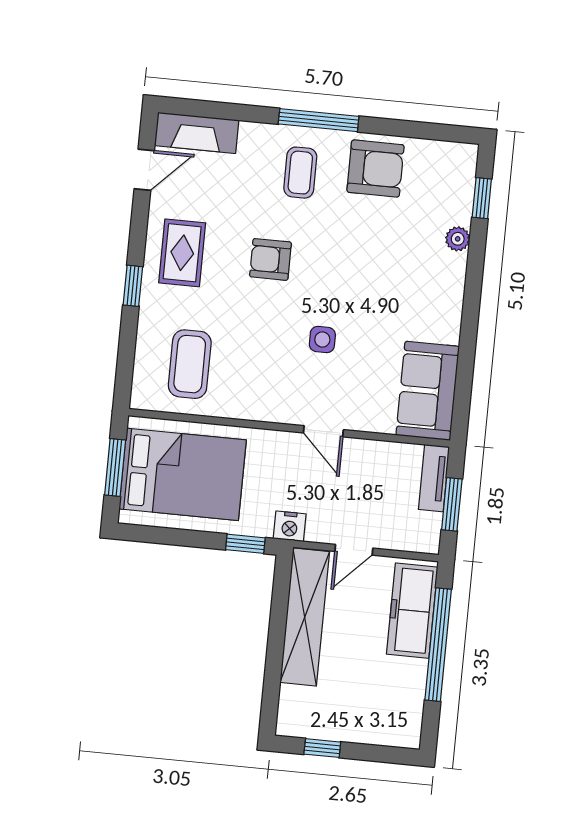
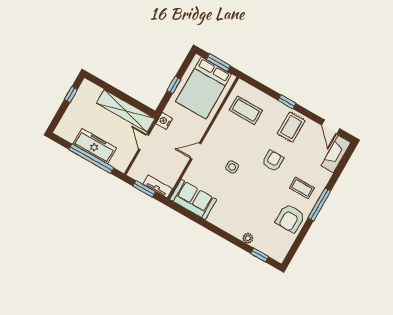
rug: (182, 253) -> (291, 127), turned 90
window: (245, 544) -> (174, 85), moved
freezer: (412, 611) -> (95, 146), moved

